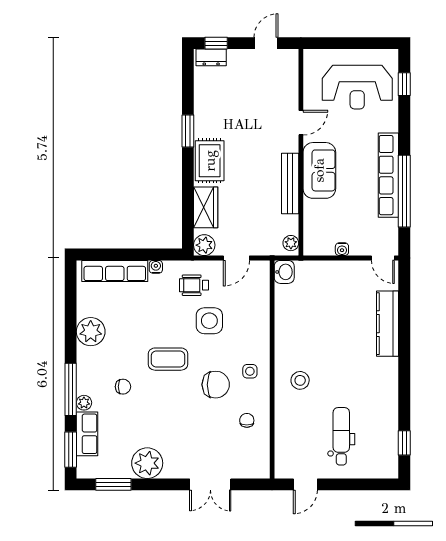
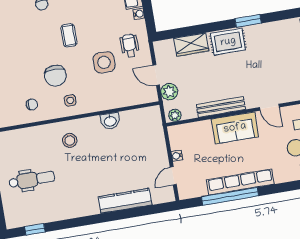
plant: (204, 245) -> (169, 92), moved
door: (383, 258) -> (173, 176), moved
washbasin: (284, 272) -> (110, 121), moved
coffee table: (168, 359) -> (69, 35), width x0.73, depth x0.77

